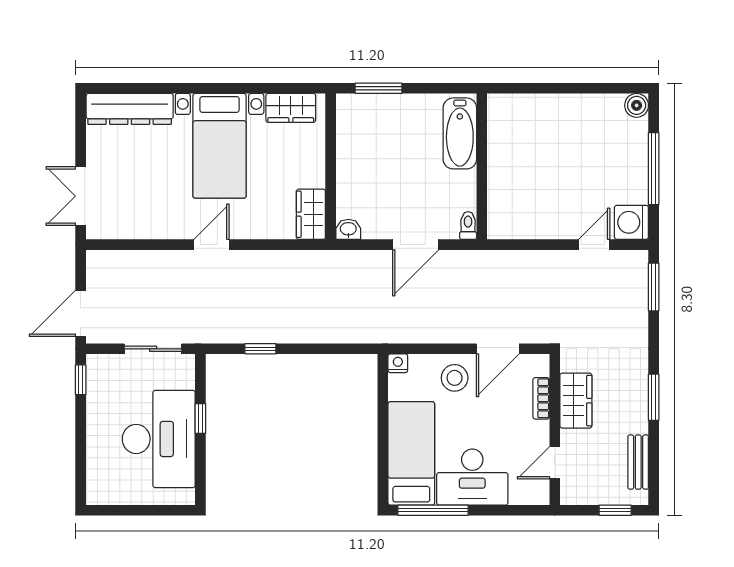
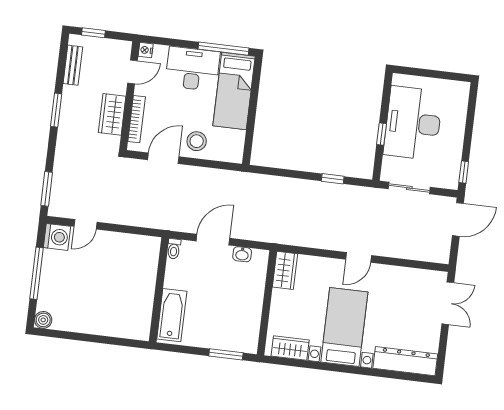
washbasin: (348, 229) -> (242, 254), moved
nightstand: (398, 363) -> (146, 50), moved, turned 90
bookcase: (541, 398) -> (137, 119), width x1.56

